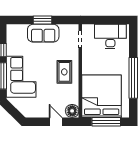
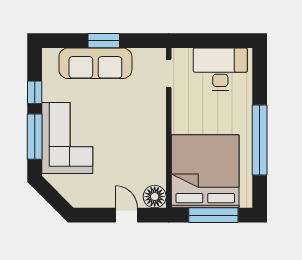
sofa: (43, 33) -> (95, 63), width x1.36
rug: (64, 72) -> (141, 130), removed

